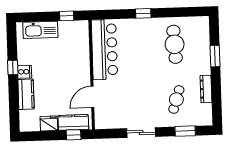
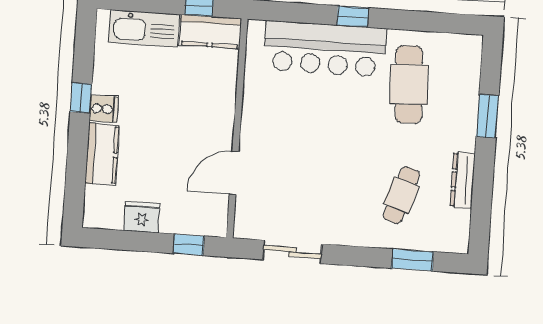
bar counter: (104, 50) -> (325, 49), moved, turned 90
kitchen counter: (73, 122) -> (210, 32), moved, turned 180
sliding door: (141, 133) -> (292, 252), moved

